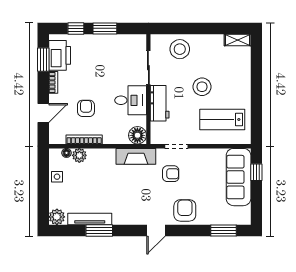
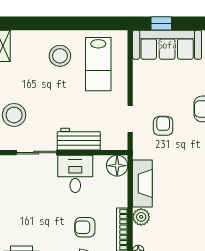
stool: (202, 87) -> (60, 56), moved
plant: (79, 155) -> (141, 217), moved
fireplace: (136, 156) -> (142, 183), moved

